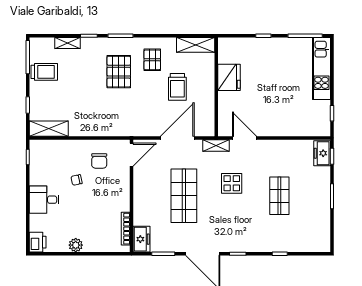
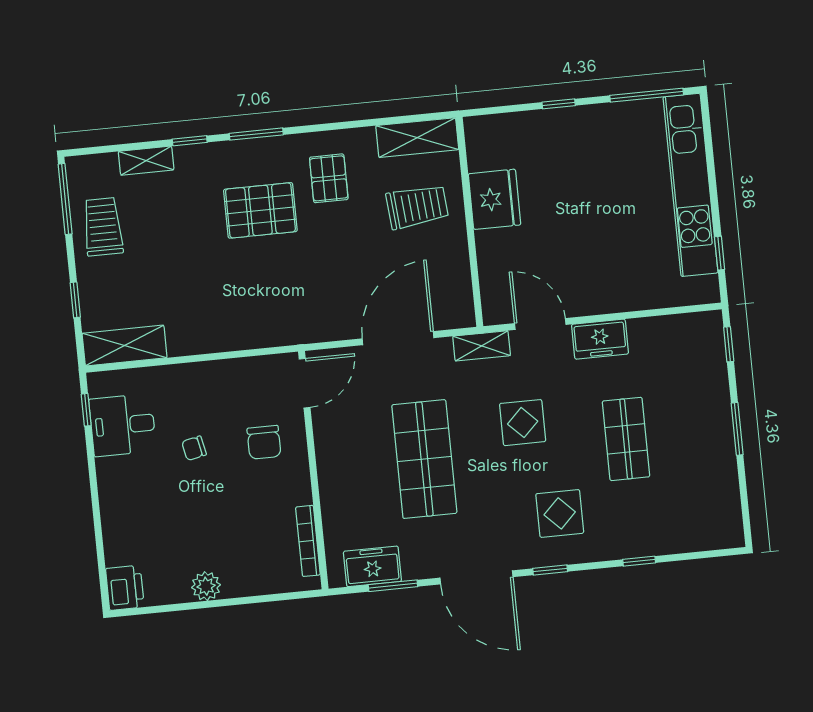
kitchen unit: (321, 68) -> (691, 185), width x1.36
trolley: (44, 72) -> (103, 227), turned -90
pallet: (119, 72) -> (260, 210), turned 90
trolley: (177, 87) -> (417, 207), moved, turned -95
freezer: (322, 153) -> (600, 339), moved, turned -90
chair: (99, 161) -> (264, 442), moved
desk: (44, 200) -> (123, 425), moved
display table: (245, 228) -> (560, 513), added
freezer: (141, 239) -> (372, 566), moved, turned -90

